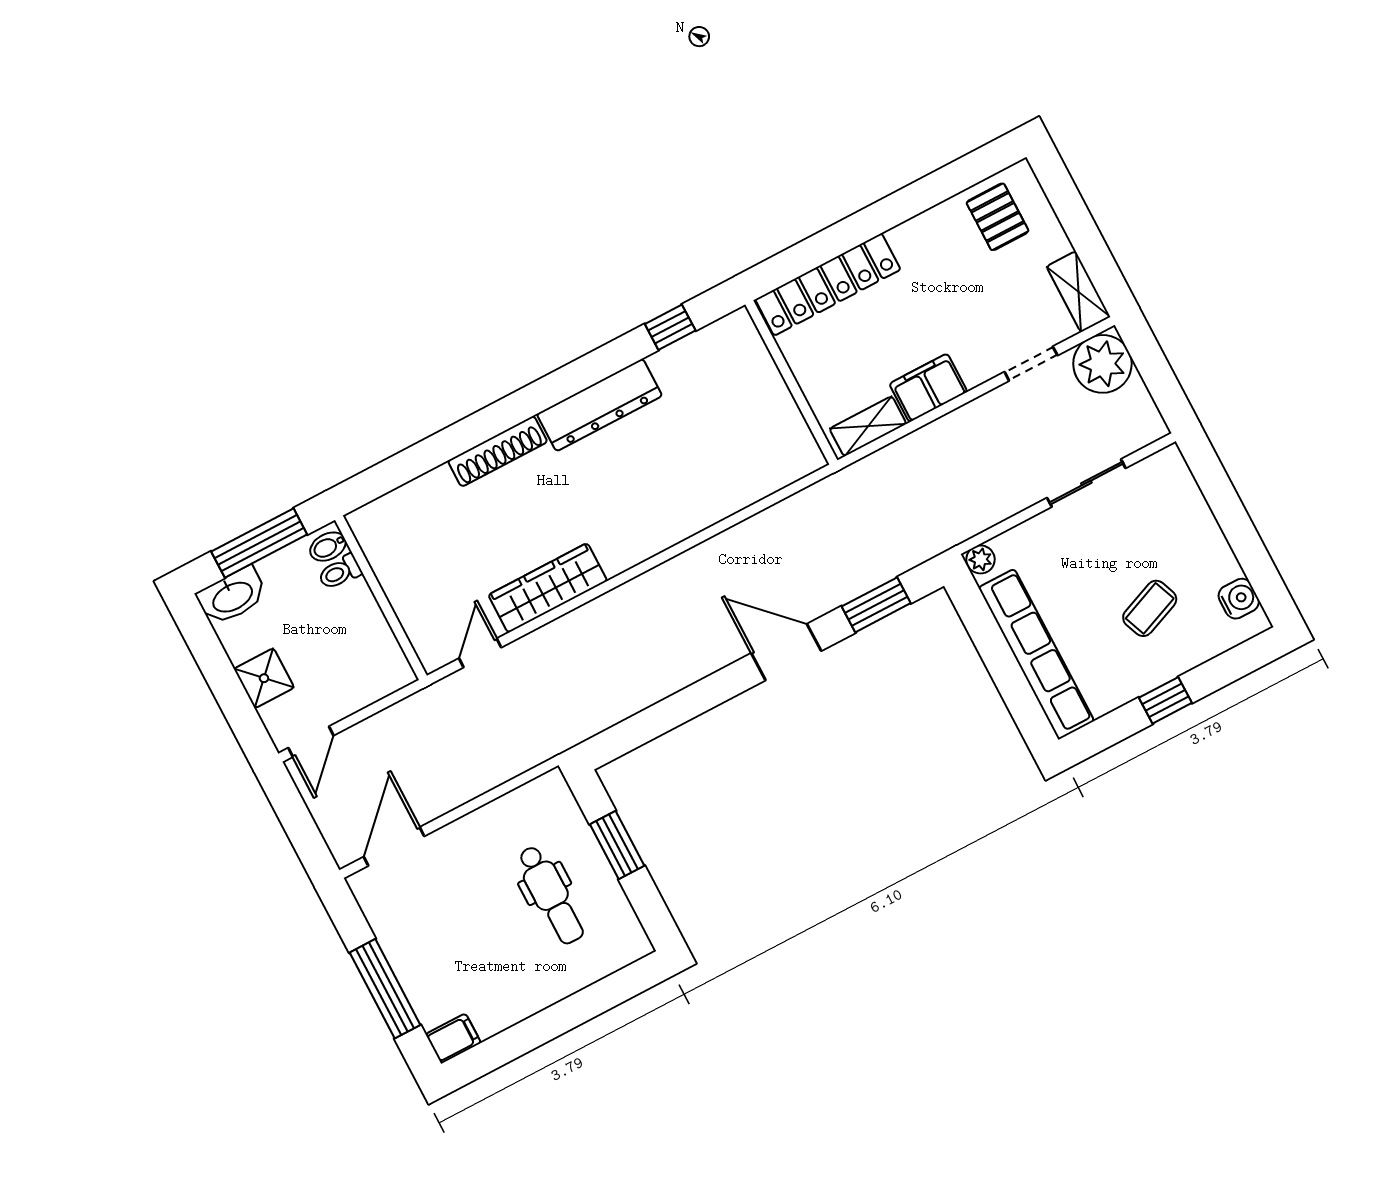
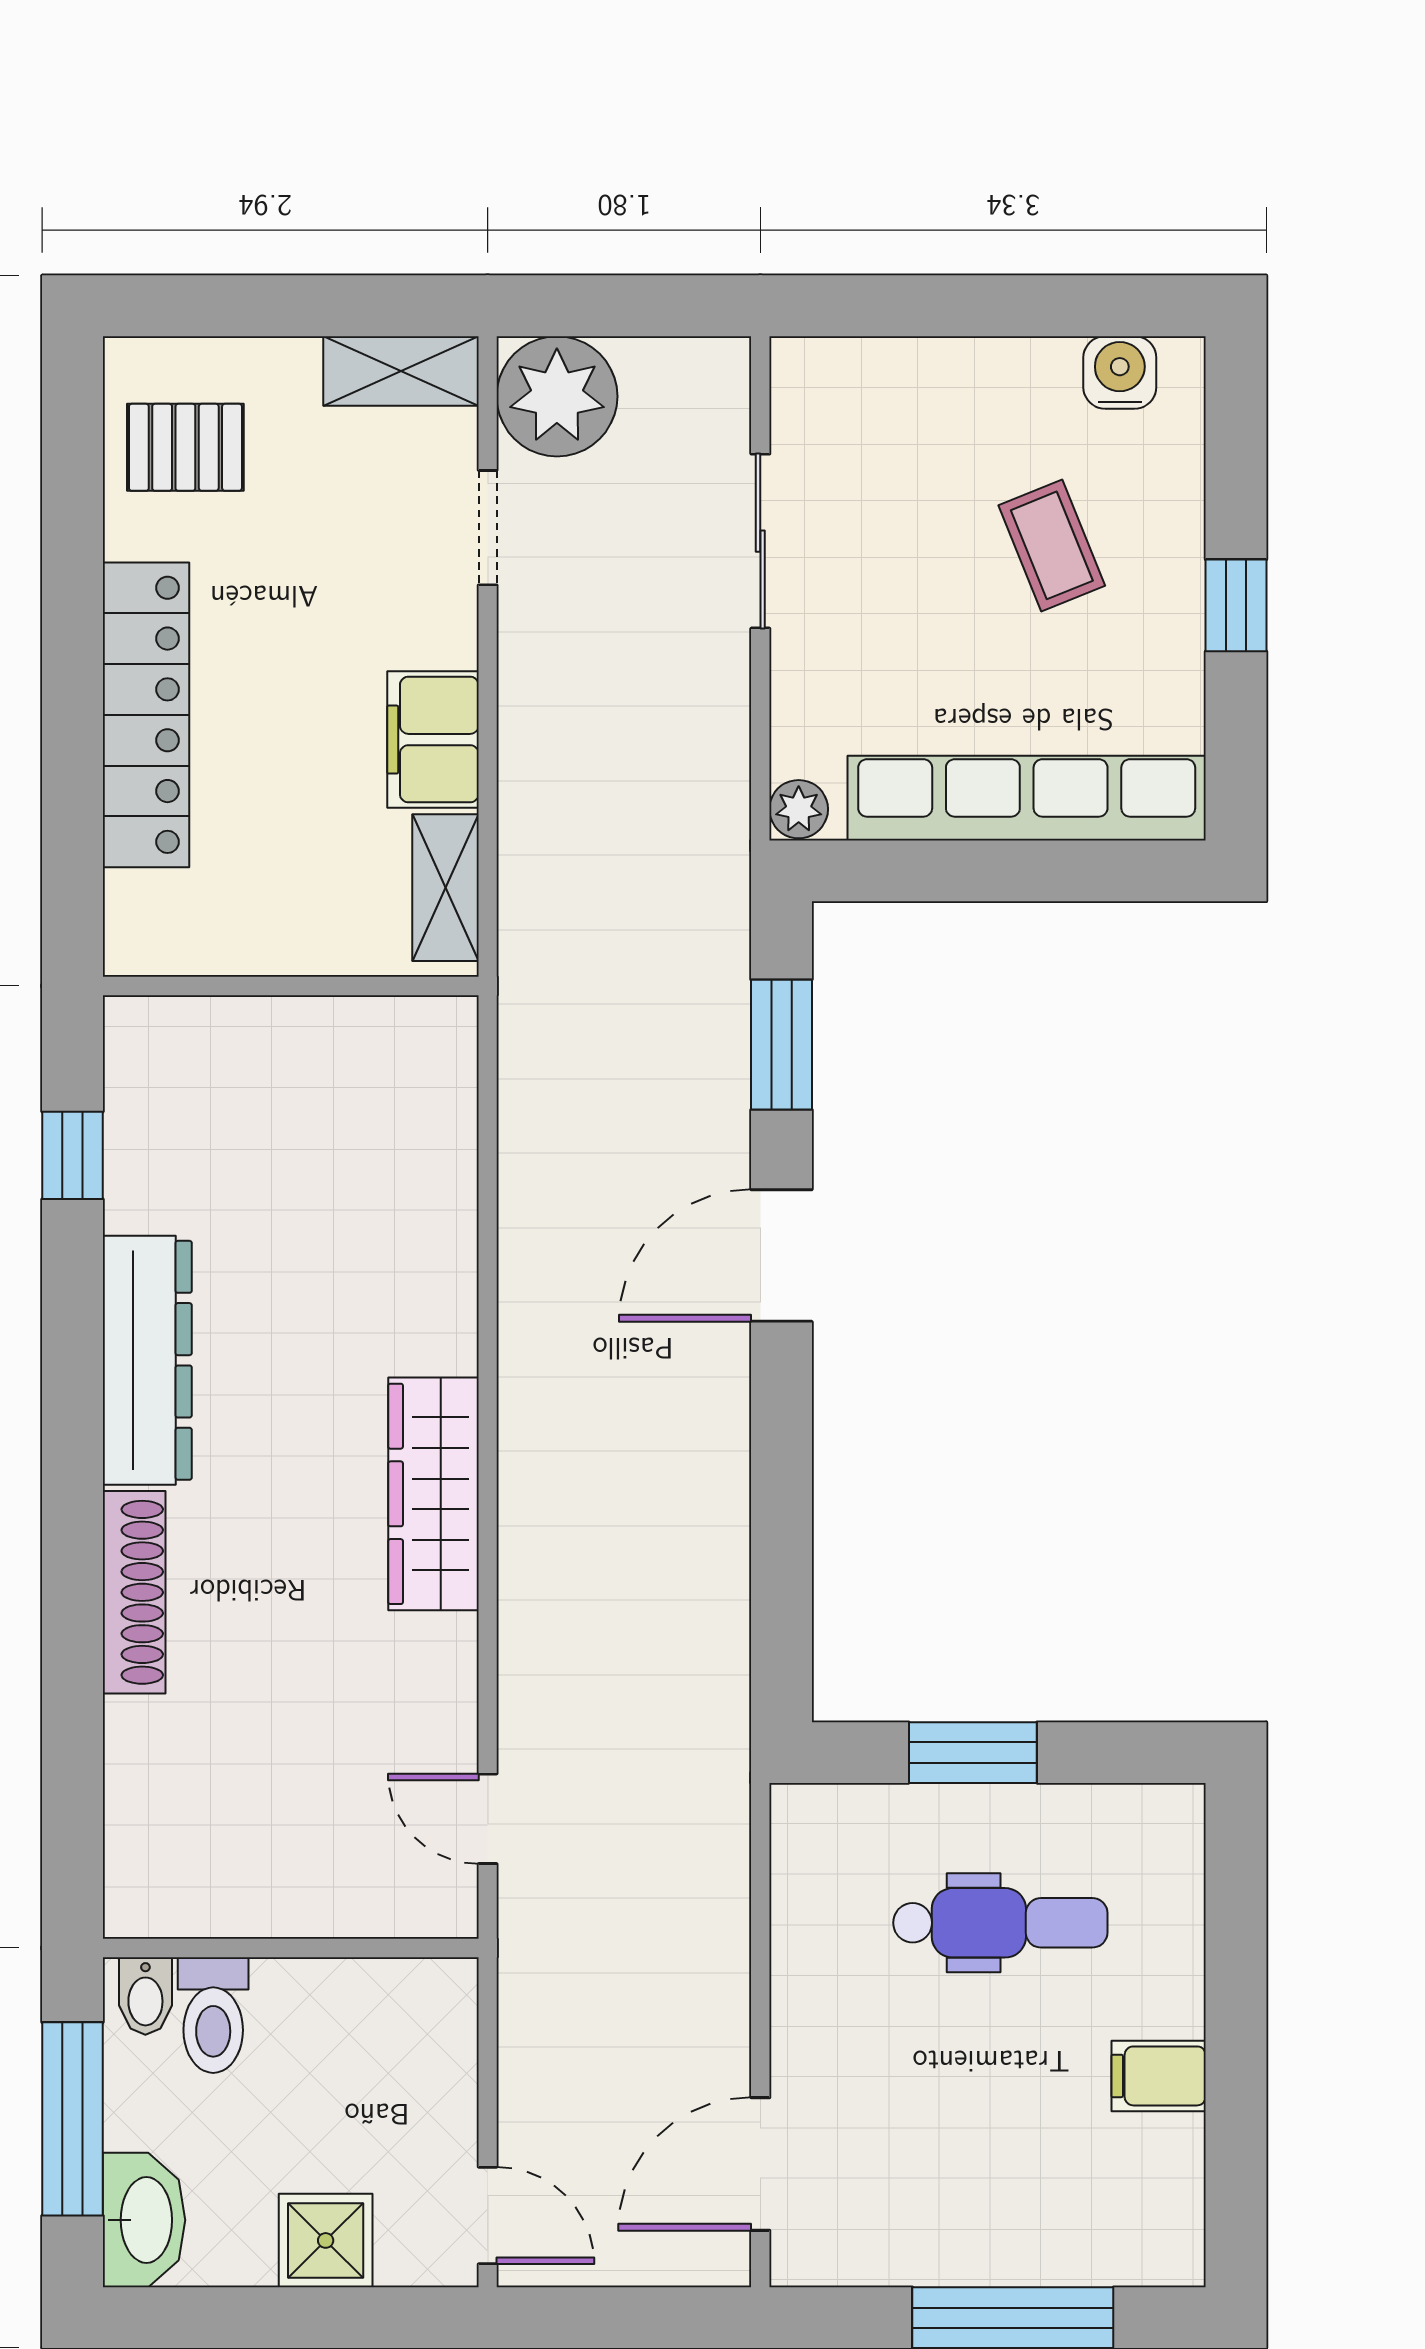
locker: (828, 284) -> (146, 715), moved
toilet: (340, 572) -> (213, 2015), width x1.37, depth x1.39
wardrobe: (548, 588) -> (433, 1494), moved
door: (394, 847) -> (760, 2164), hinge flipped
filing cabinet: (453, 1039) -> (1159, 2076), moved, turned -90

